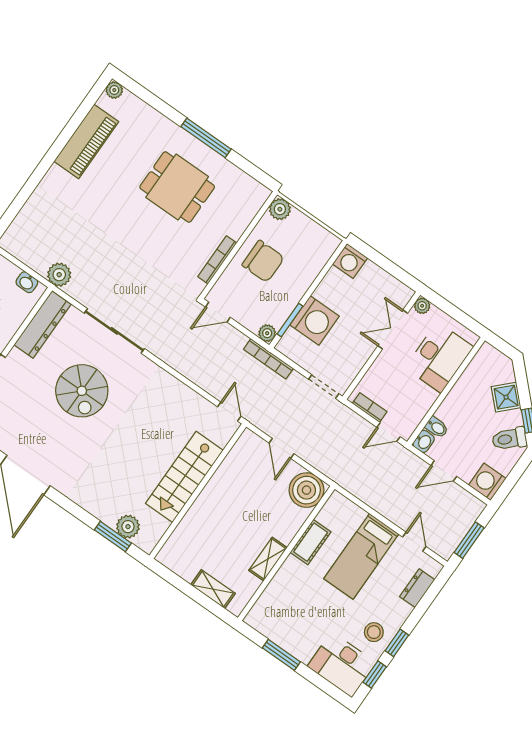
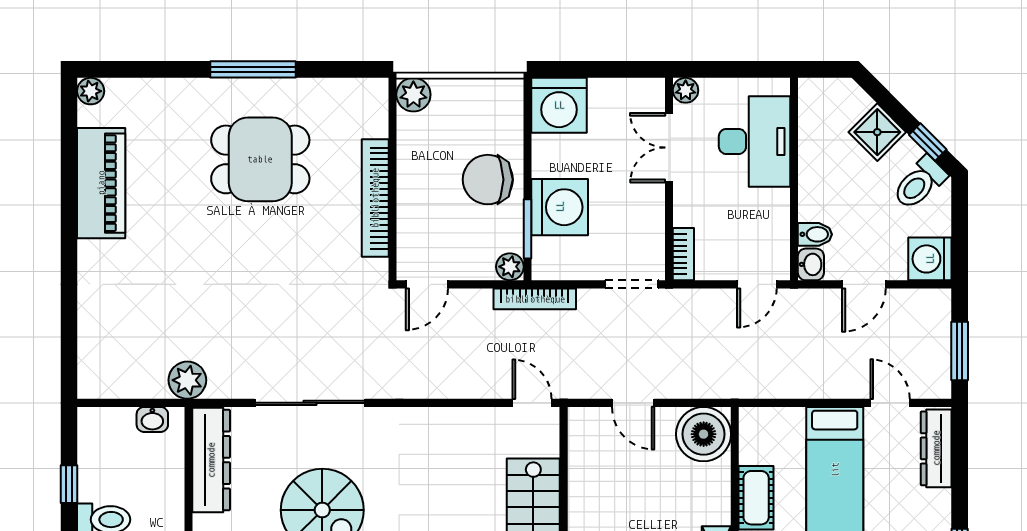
bookcase: (217, 260) -> (375, 198), width x1.48, depth x1.31
chair: (263, 261) -> (488, 180), moved, turned 180
washing machine: (350, 261) -> (559, 105), width x1.37, depth x1.37
bookcase: (370, 408) -> (683, 254), moved, turned 90
dresser: (417, 588) -> (936, 448), width x1.44

